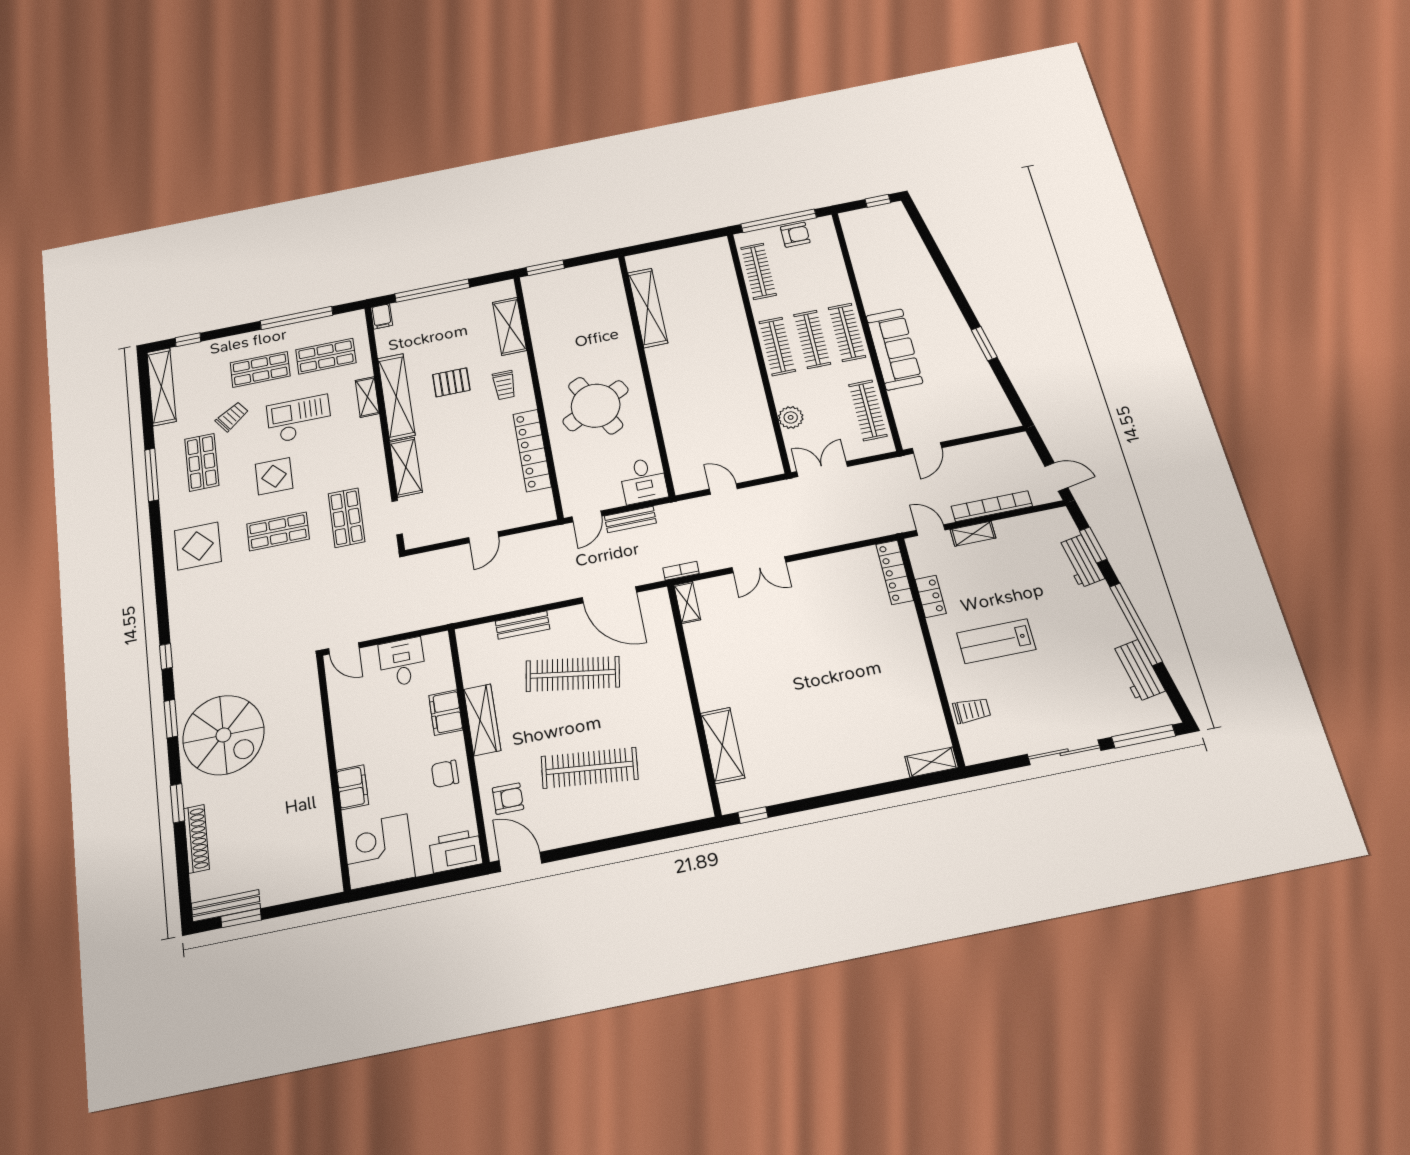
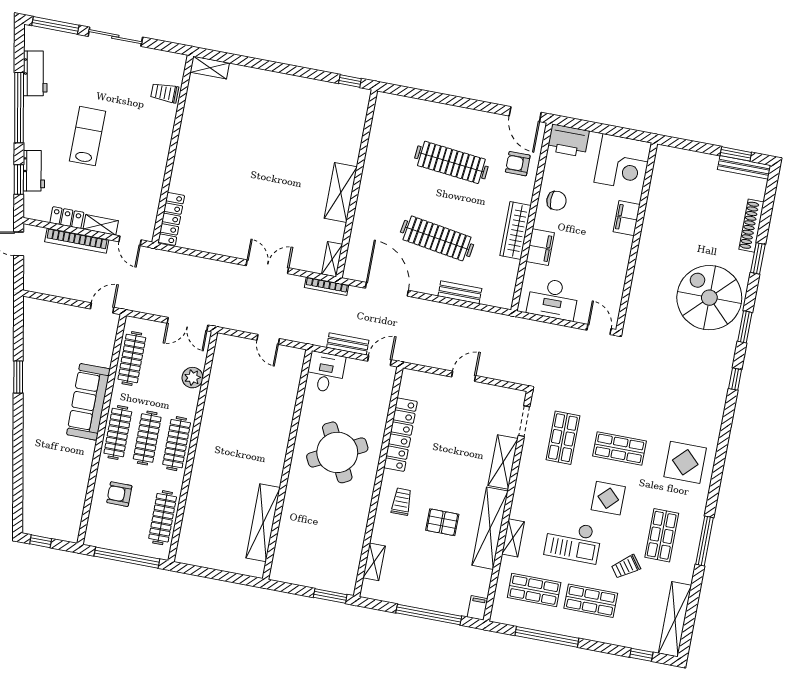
armchair: (795, 235) -> (119, 494), moved
shelving: (510, 326) -> (374, 562), width x0.67, depth x0.75
bookcase: (681, 571) -> (327, 286), width x1.56
locker: (931, 596) -> (67, 218), moved, turned 90
lab bench: (996, 641) -> (87, 136), moved, turned -90
desk: (402, 662) -> (553, 299), width x1.37
shelving: (722, 745) -> (341, 192), moved

